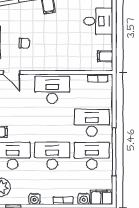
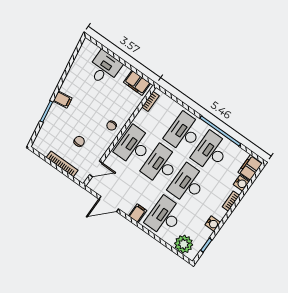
filing cabinet: (105, 56) -> (137, 83), width x2.00
chair: (56, 60) -> (112, 126), added
desk: (52, 123) -> (161, 165), added

